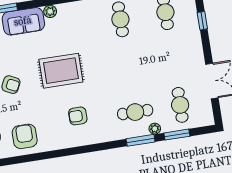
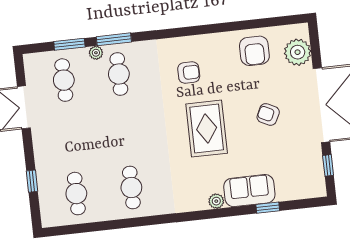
rug: (61, 71) -> (207, 129), turned 90
cafe table: (135, 112) -> (119, 74), turned 90

